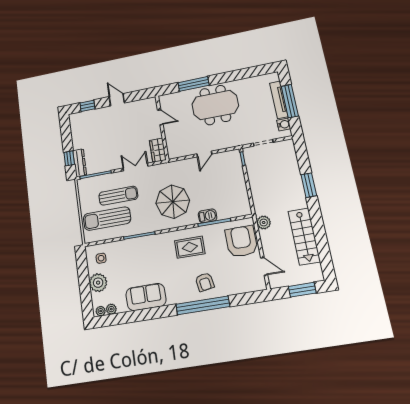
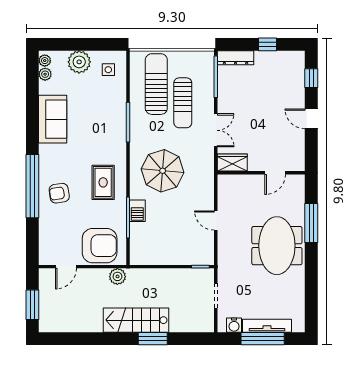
door: (117, 100) -> (311, 119), swing flipped
window: (69, 158) -> (267, 44), moved
stairs: (304, 236) -> (136, 320), moved

